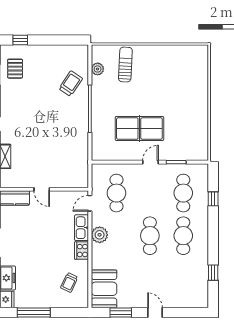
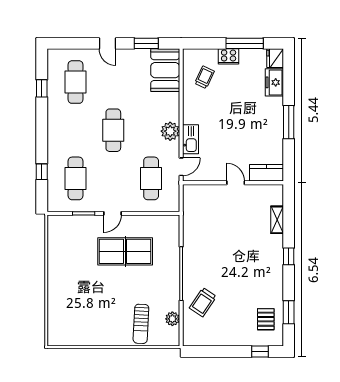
cafe table: (183, 236) -> (75, 82), moved
cooker: (82, 251) -> (229, 56), moved, turned 90

